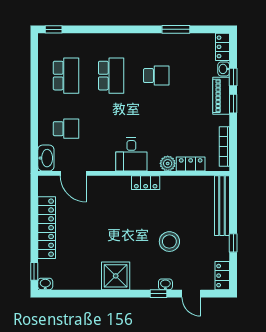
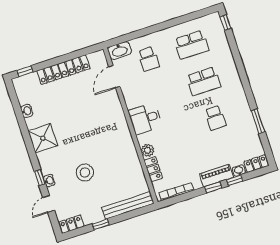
locker: (146, 183) -> (126, 138), removed
washbasin: (45, 284) -> (27, 111), moved

